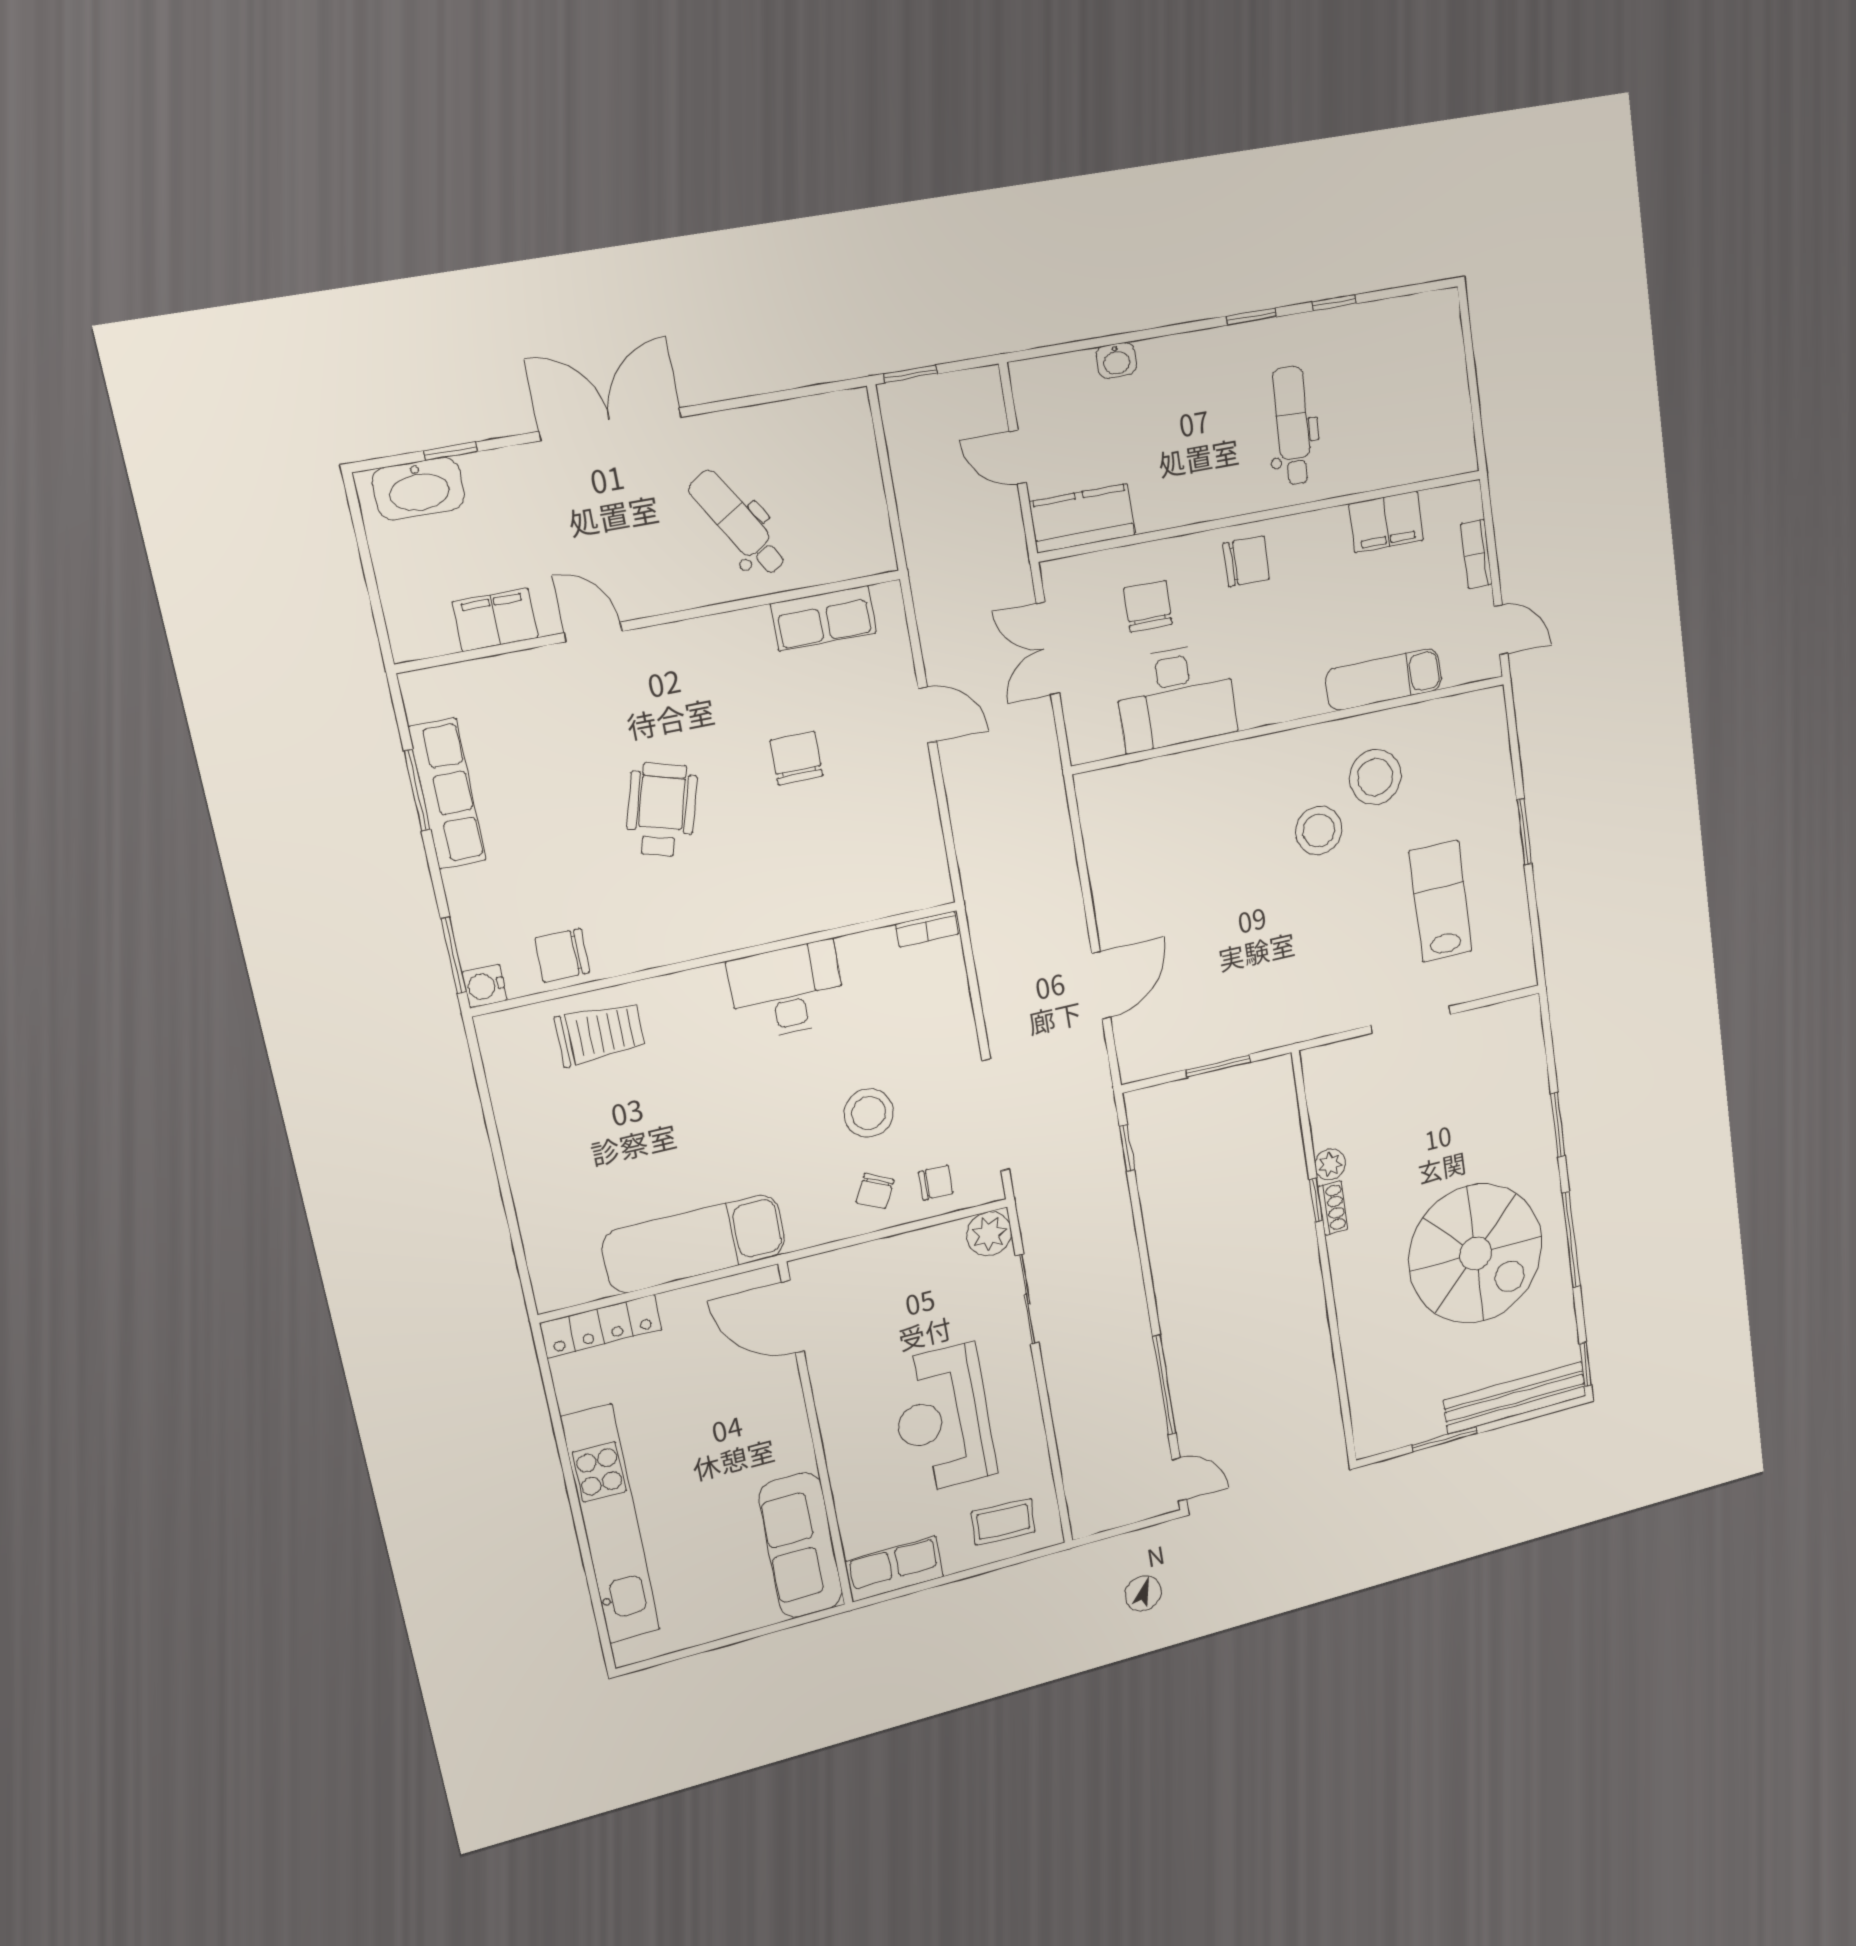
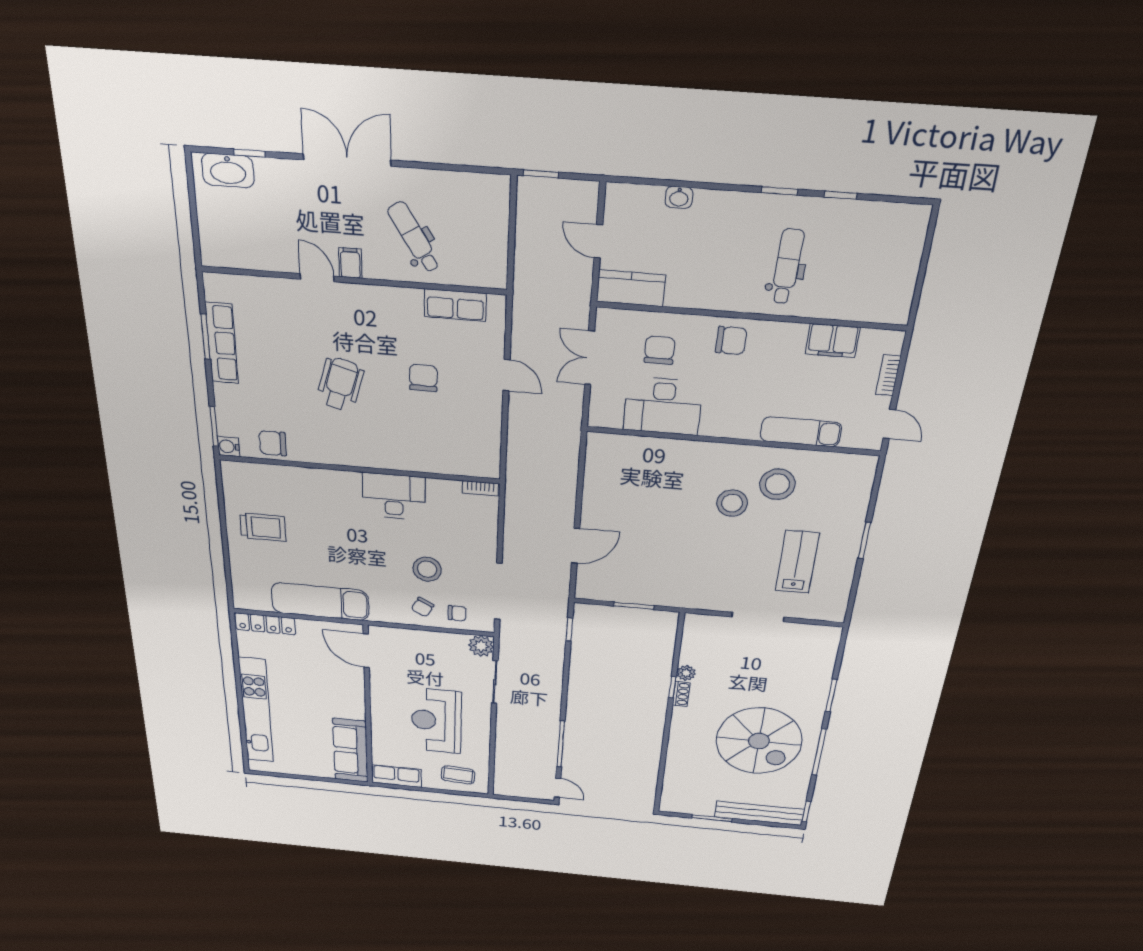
filing cabinet: (495, 620) -> (350, 263), moved, width x0.50
trolley: (600, 1034) -> (263, 527), moved

